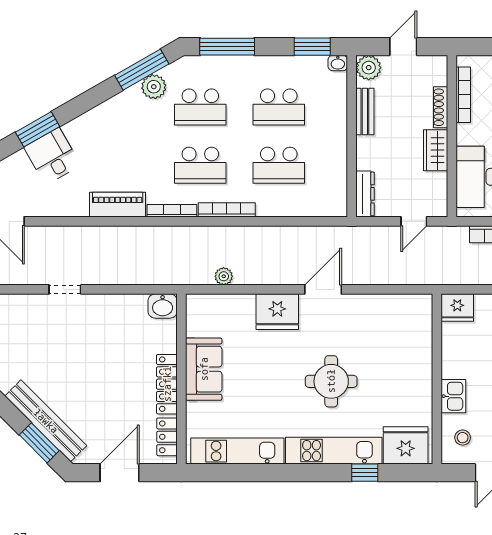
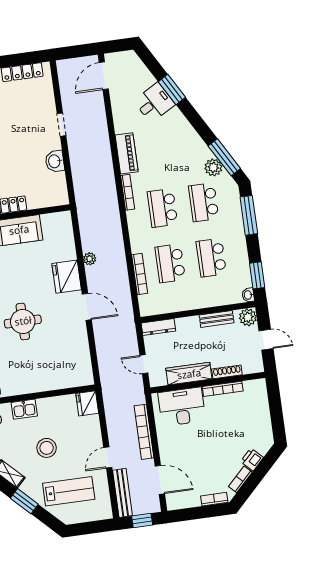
bookcase: (463, 95) -> (223, 389), moved
wardrobe: (436, 150) -> (189, 374), width x1.50
bookcase: (227, 210) -> (140, 274), moved
plant: (224, 276) -> (90, 259), moved
washbasin: (163, 306) -> (55, 161), moved

